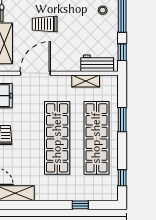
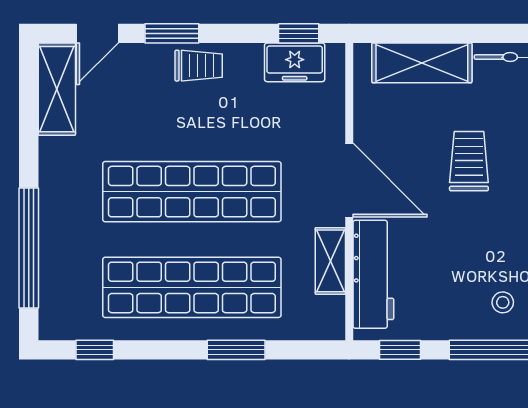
workbench: (97, 63) -> (373, 274), width x1.37
door: (35, 73) -> (349, 180), moved
window: (80, 205) -> (29, 248), width x3.17

